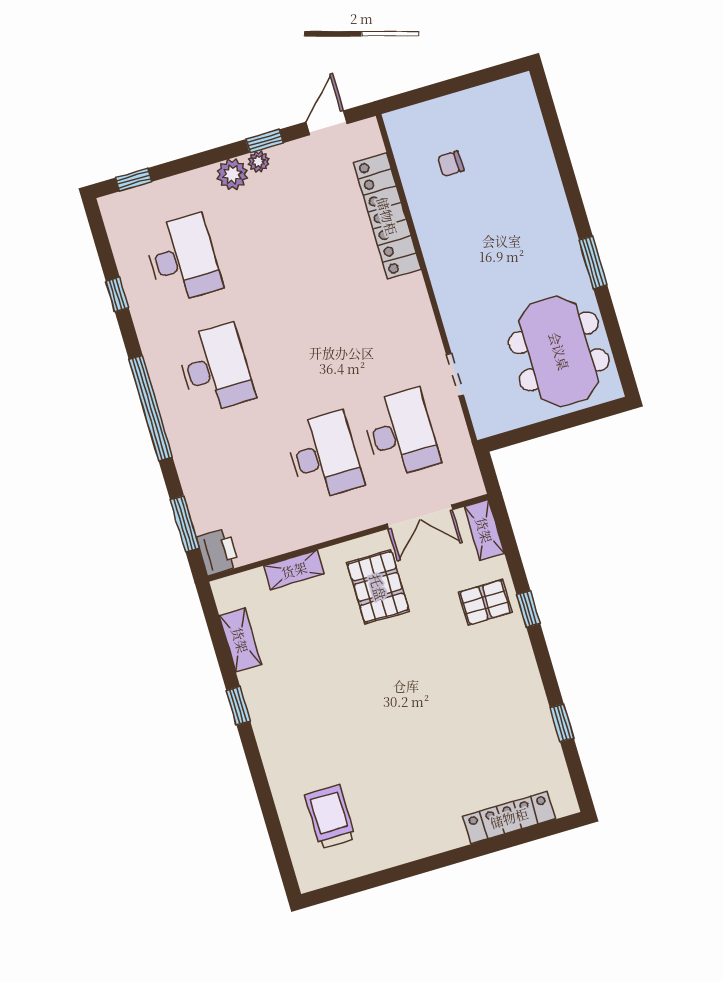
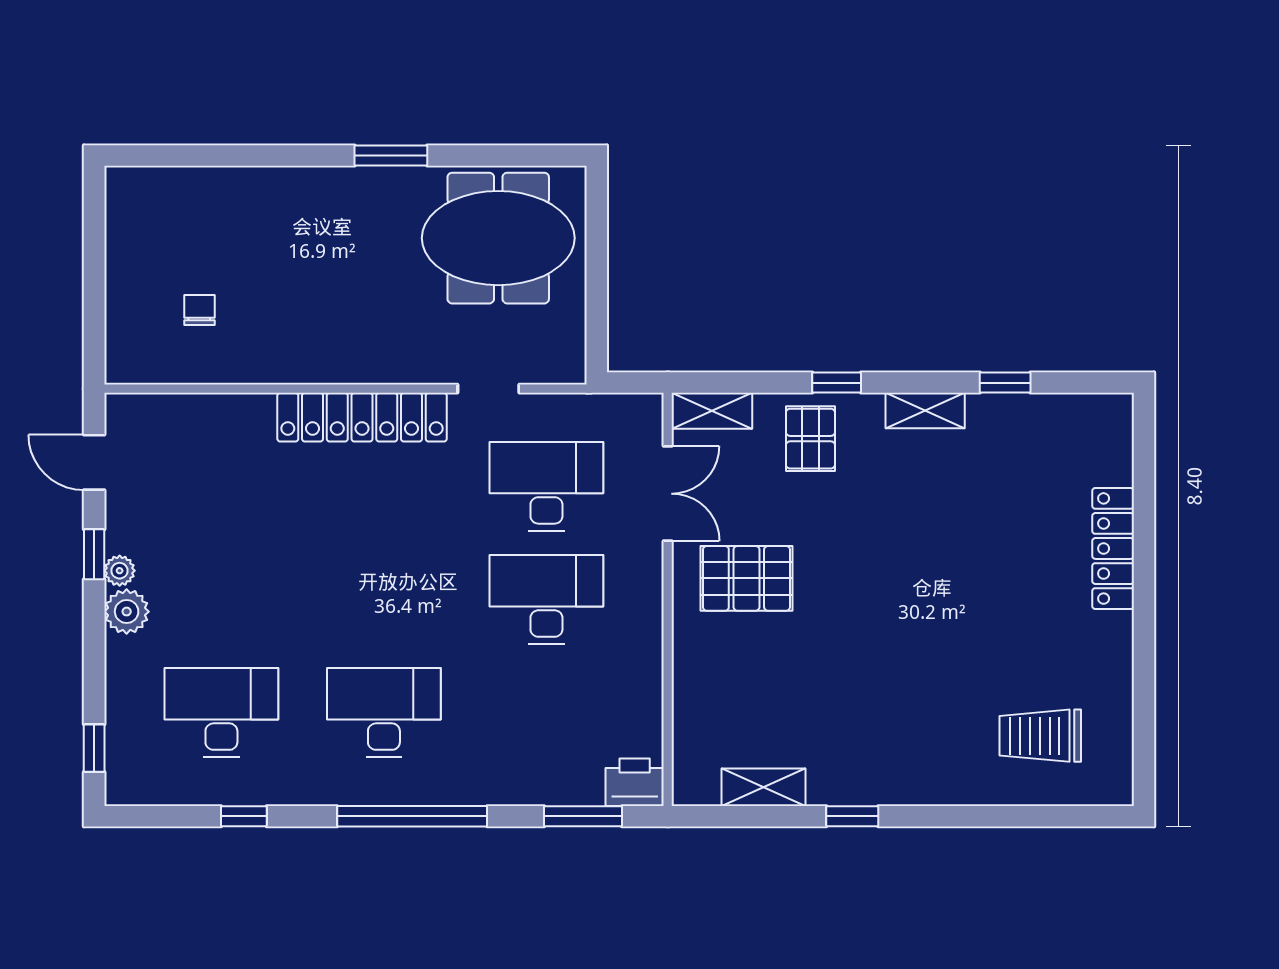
chair: (451, 164) -> (199, 310), turned 180
locker: (387, 216) -> (362, 417), moved
shelving: (294, 570) -> (925, 410), moved, turned 90
locker: (509, 818) -> (1113, 548), moved

